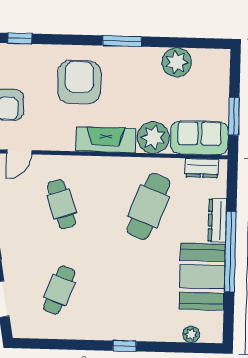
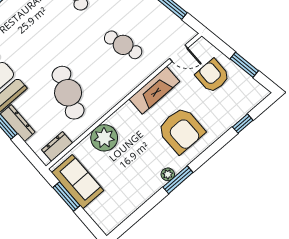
plant: (177, 62) -> (168, 174), moved, width x0.53, depth x0.53
sofa: (199, 138) -> (77, 182), moved, turned -90
fireplace: (106, 140) -> (154, 90), moved
door: (19, 152) -> (179, 53), swing flipped

